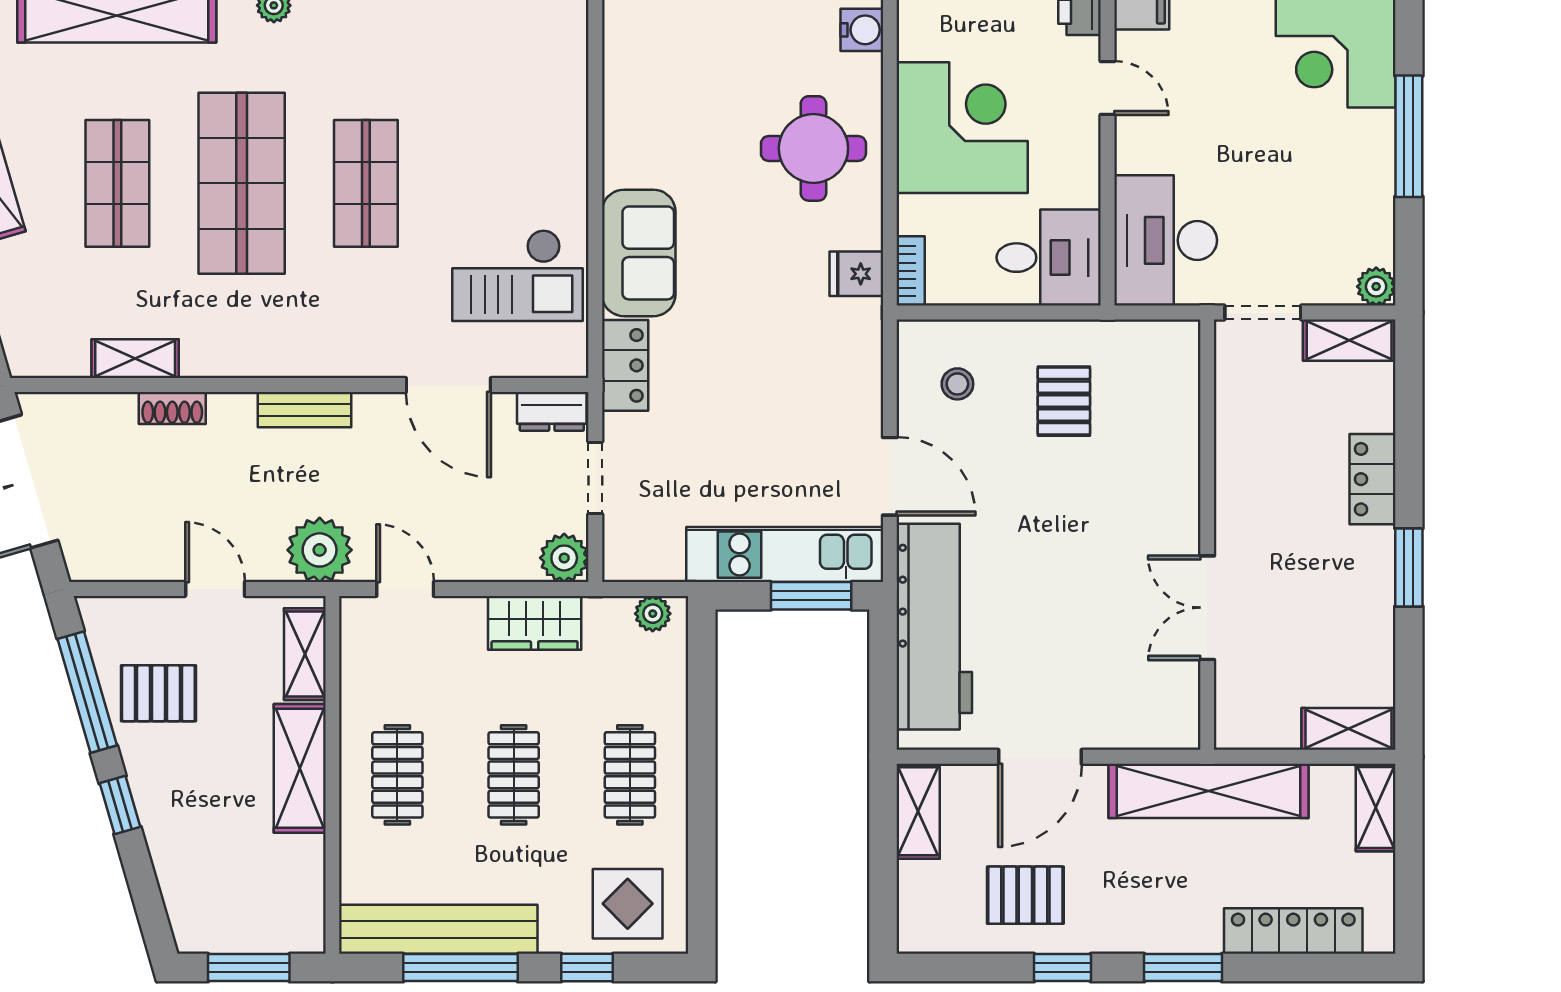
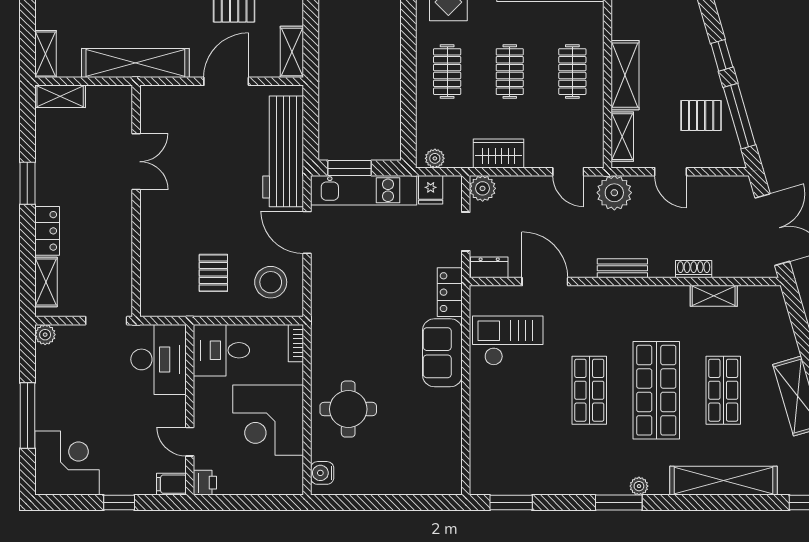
fridge: (856, 274) -> (431, 190), moved, turned 90
shelving: (1349, 340) -> (46, 282), moved, turned 90
stool: (957, 384) -> (271, 282), width x1.89, depth x1.89

